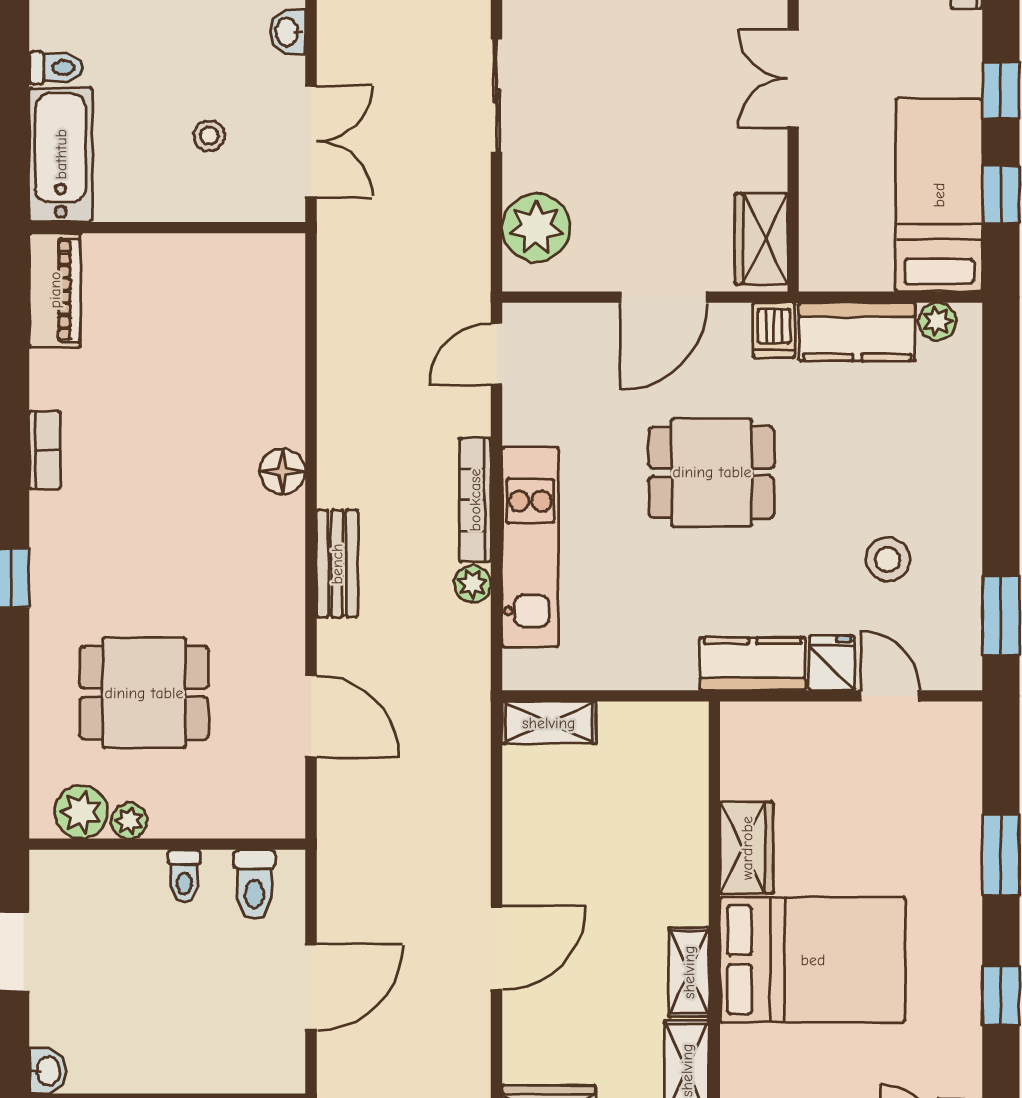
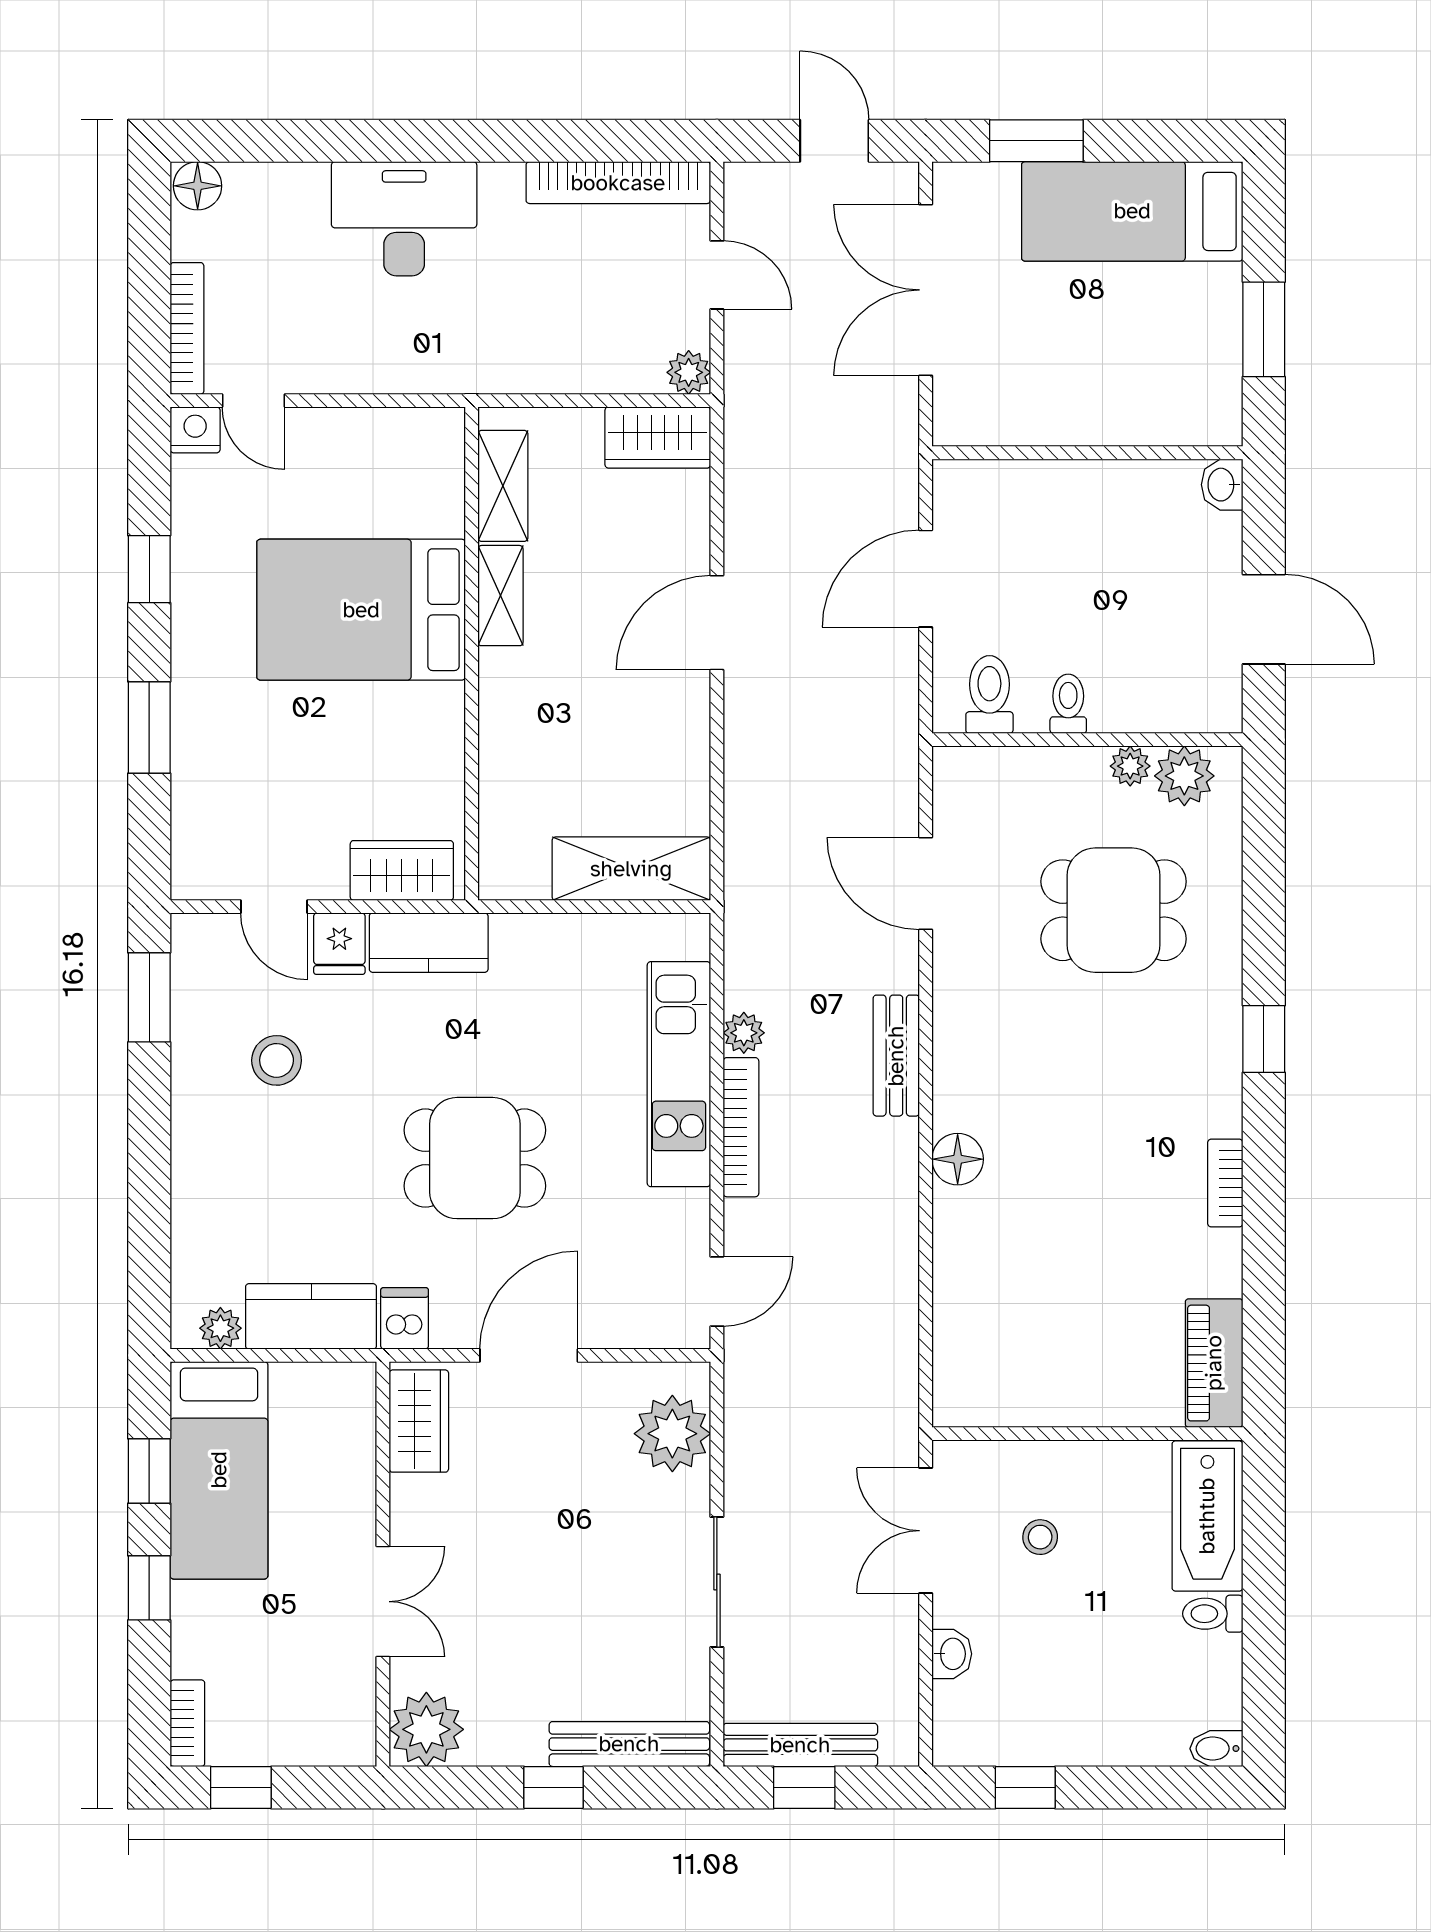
shelving: (549, 723) -> (631, 869), width x1.50, depth x1.33
wardrobe: (747, 848) -> (402, 870), moved, turned 90

